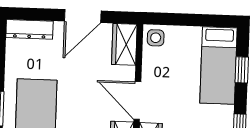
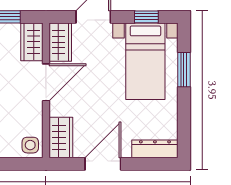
door: (137, 101) -> (46, 82), hinge flipped

